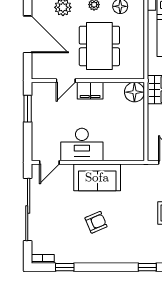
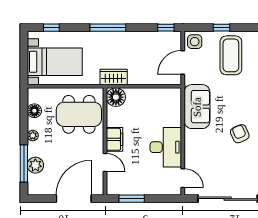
door: (28, 34) -> (74, 199), moved
dining table: (99, 46) -> (79, 114), moved
sofa: (97, 177) -> (197, 107), moved

